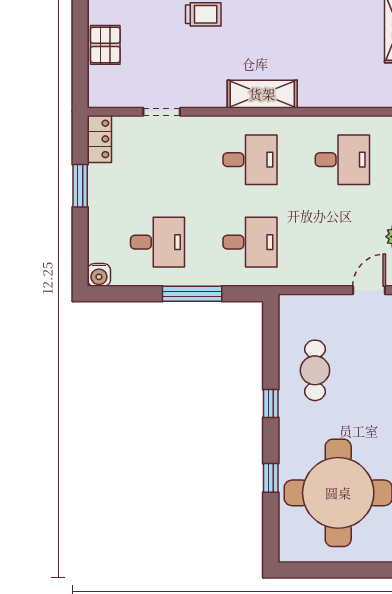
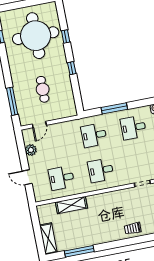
shelving: (262, 94) -> (71, 205), moved
cafe table: (315, 370) -> (43, 89), moved

